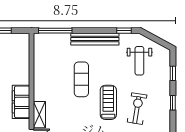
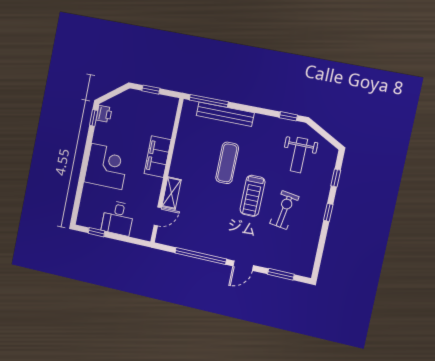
bench: (95, 39) -> (225, 114), moved
filing cabinet: (21, 102) -> (158, 157), moved
treadmill: (108, 102) -> (252, 196), turned 180

